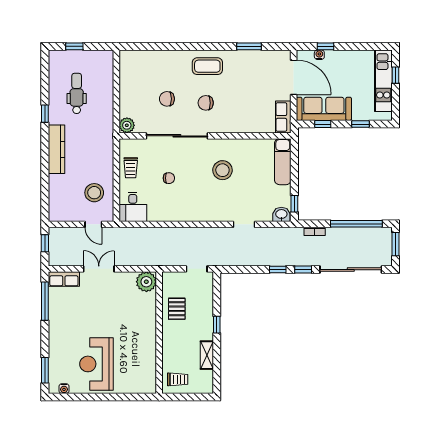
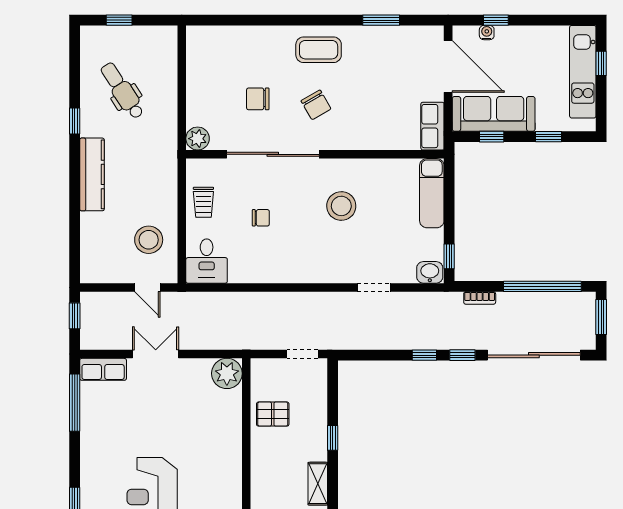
dental chair: (77, 93) -> (122, 91), turned -33
chair: (206, 103) -> (316, 105), turned -120
pallet: (177, 309) -> (273, 414), turned 90

